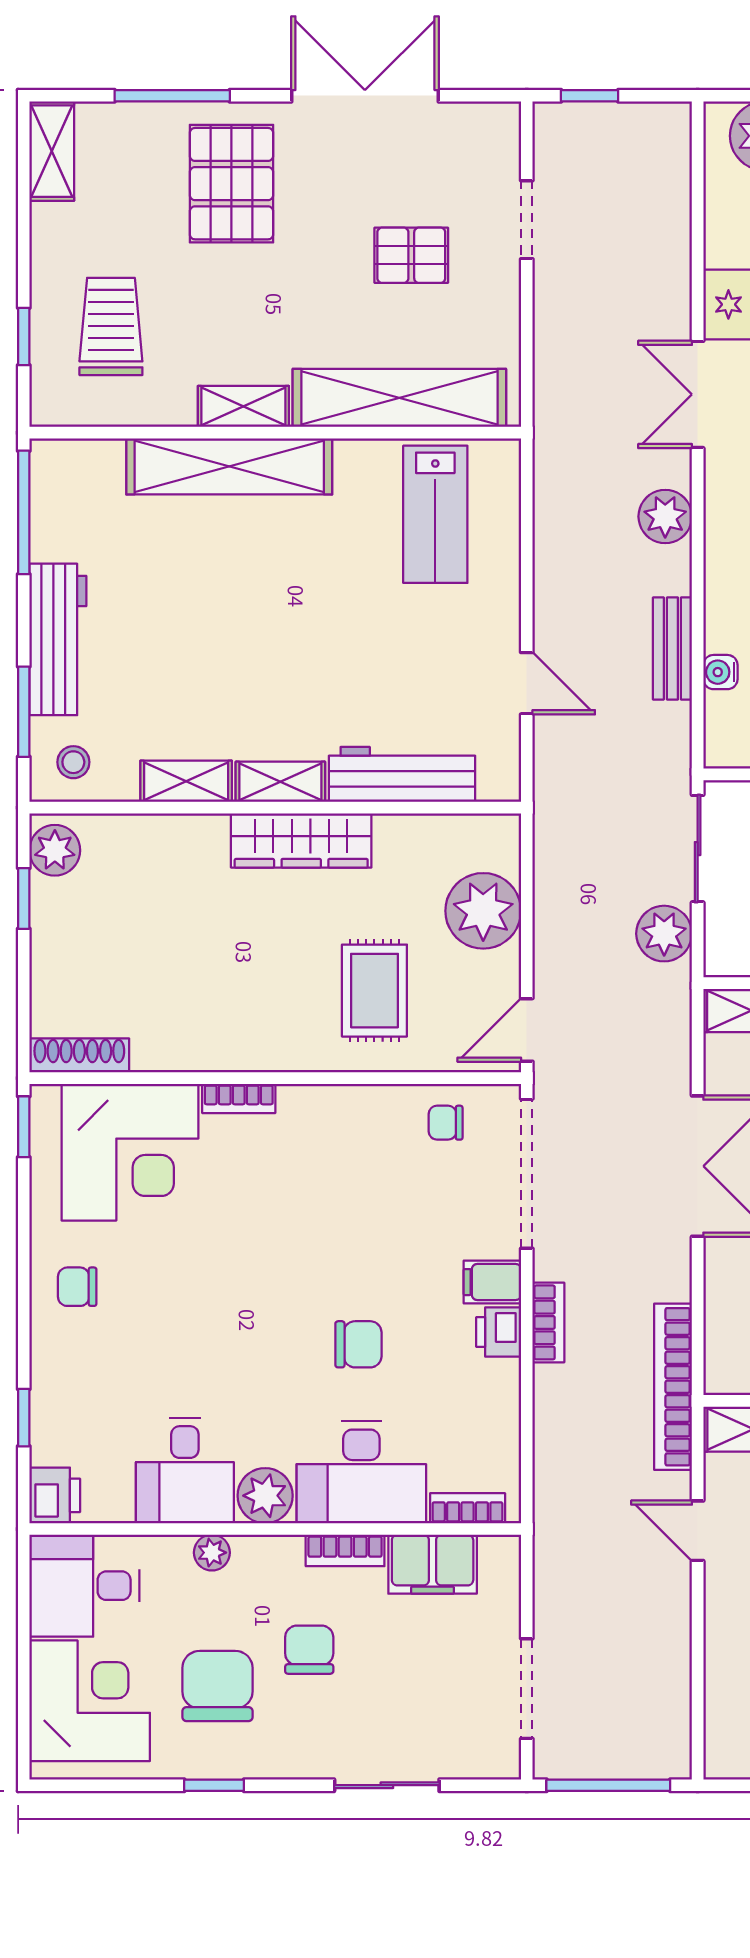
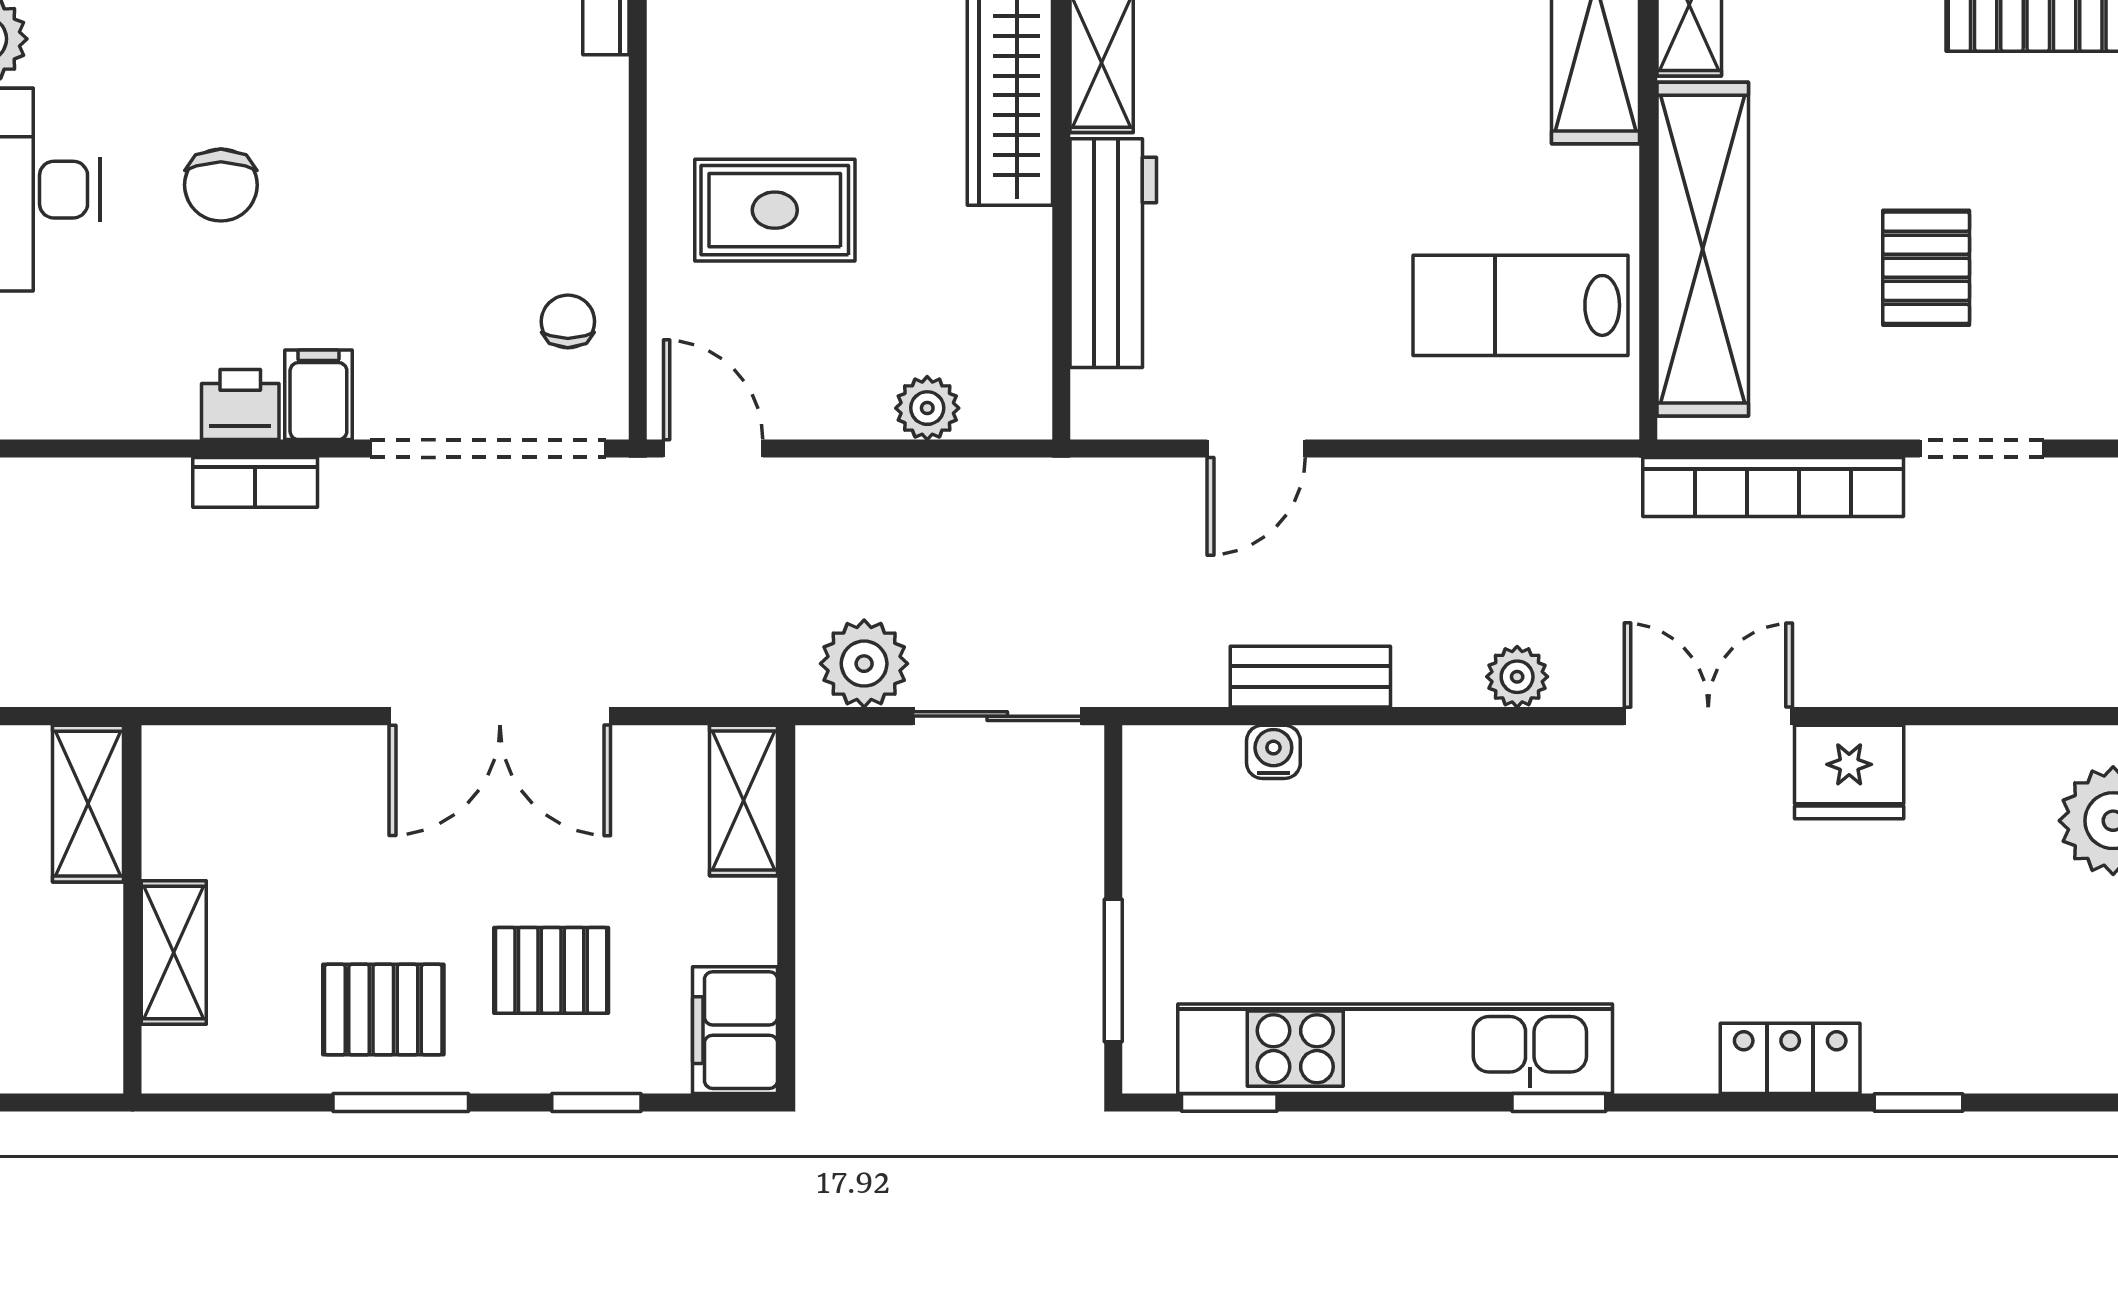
plant: (665, 516) -> (1517, 677), width x0.73, depth x0.73
plant: (483, 911) -> (927, 408), width x0.53, depth x0.53
bookcase: (673, 1387) -> (1773, 487), moved, turned 180

